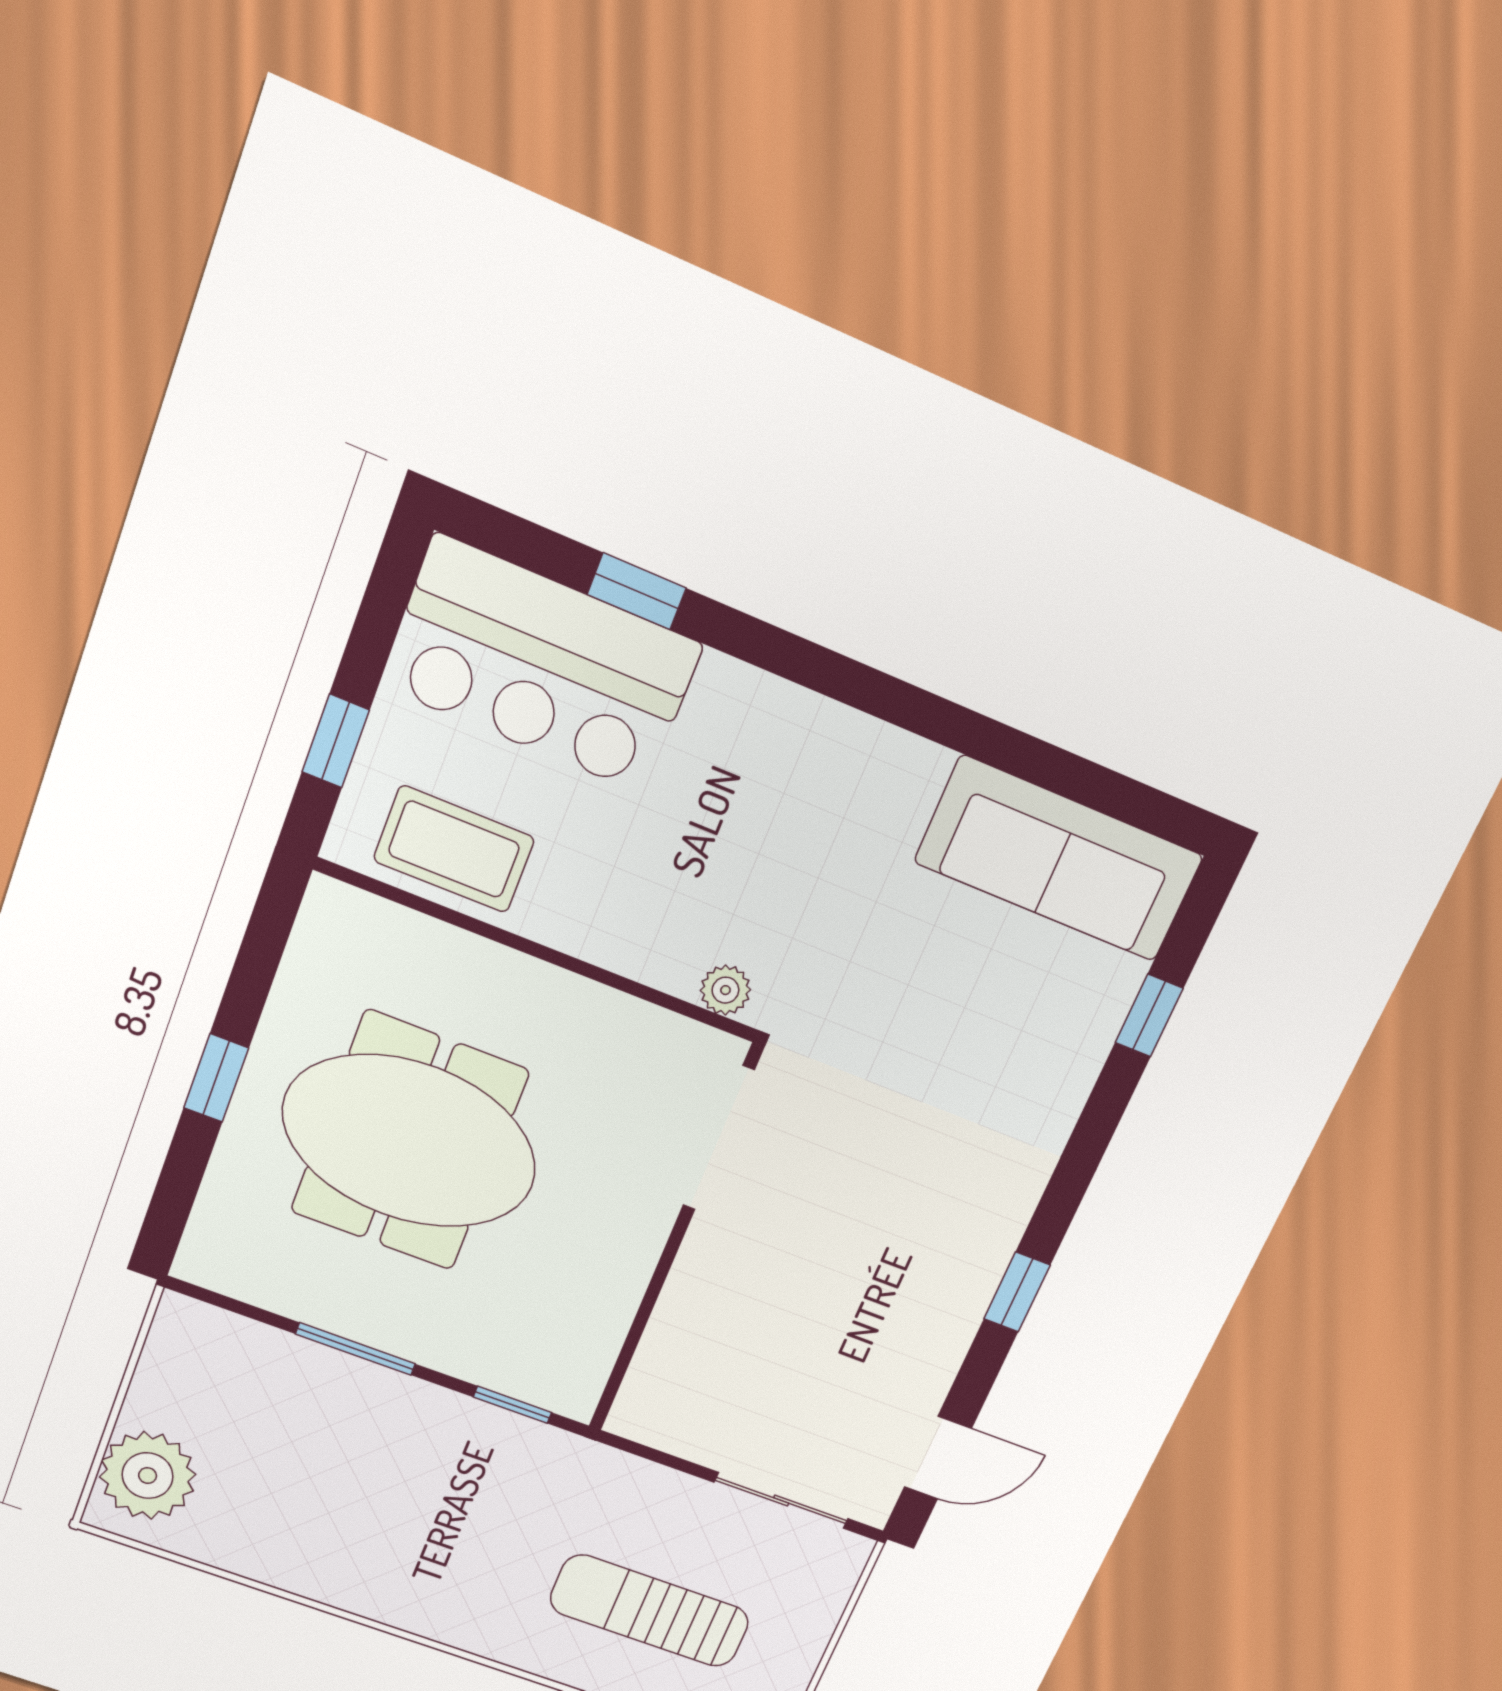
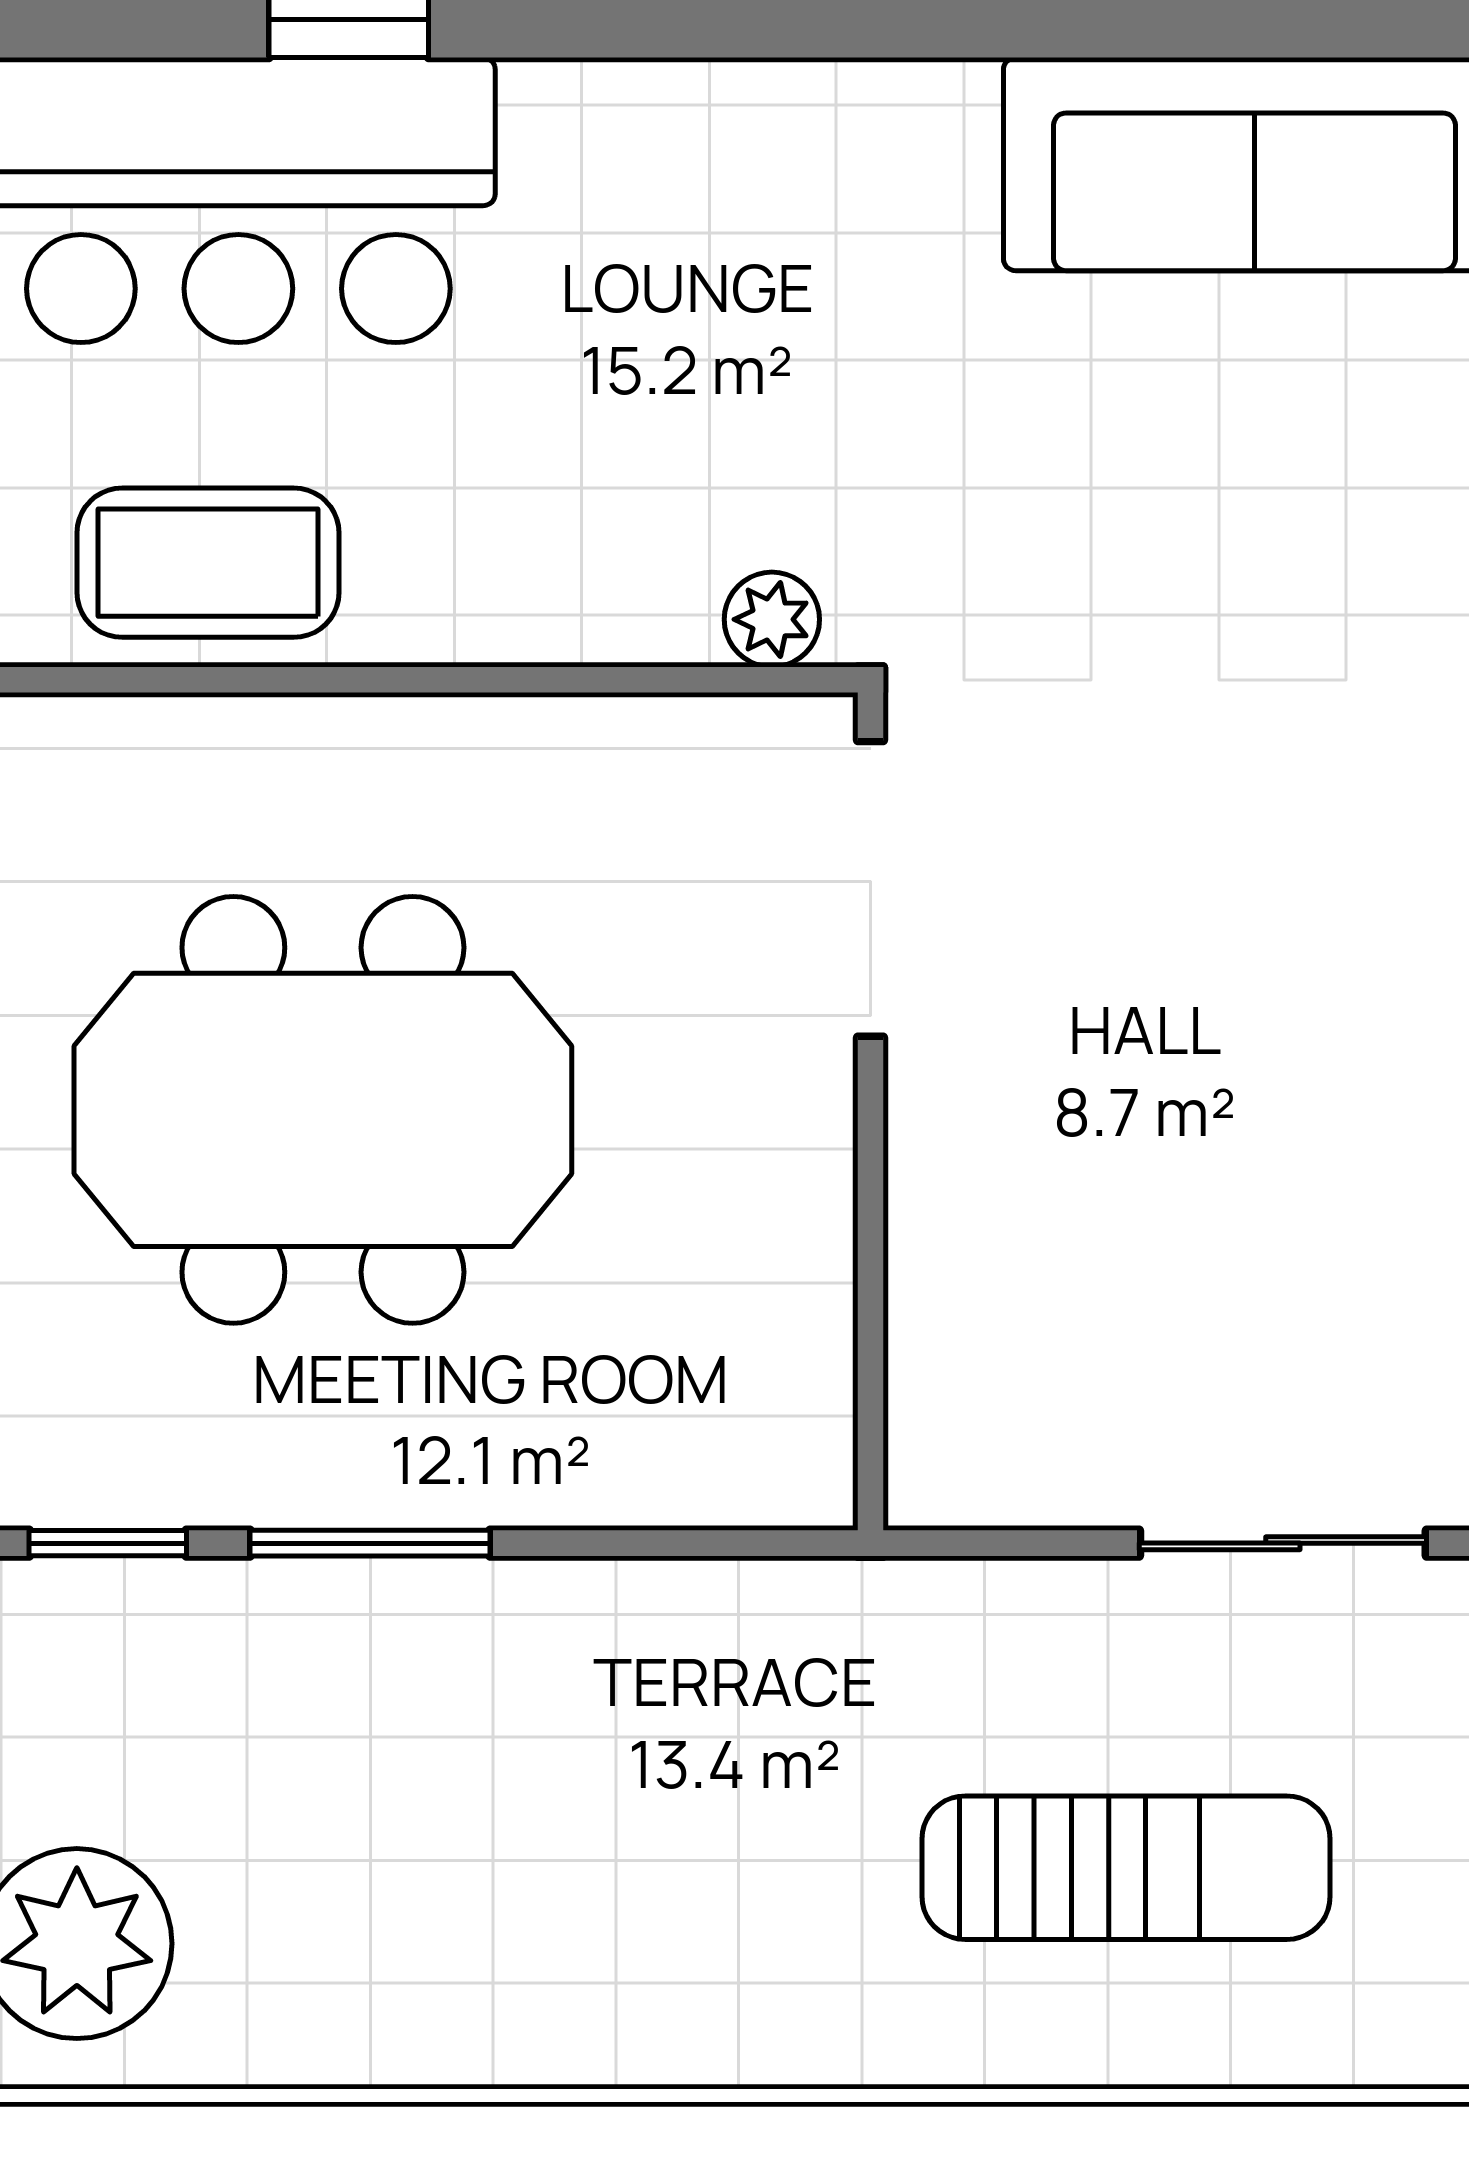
window: (512, 1405) -> (108, 1543), moved
sun lounger: (650, 1611) -> (1126, 1868), turned 180

